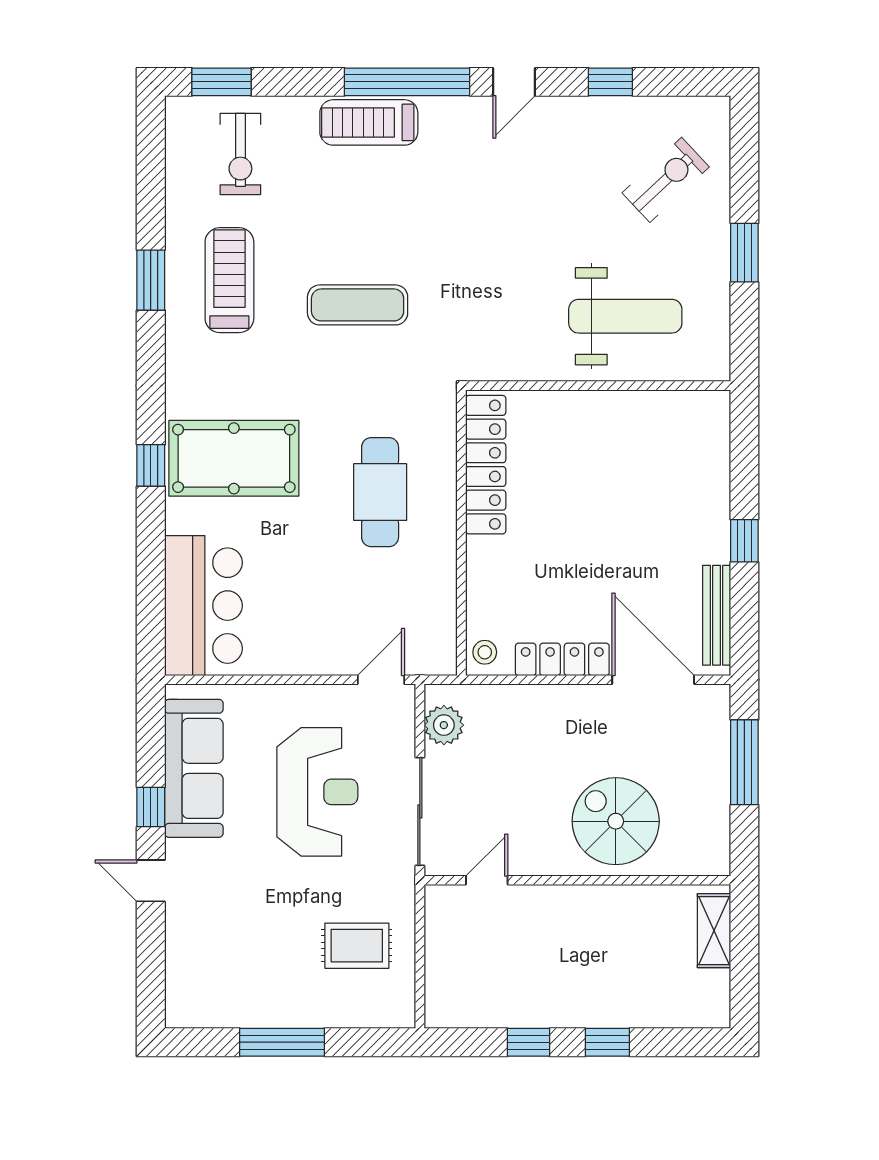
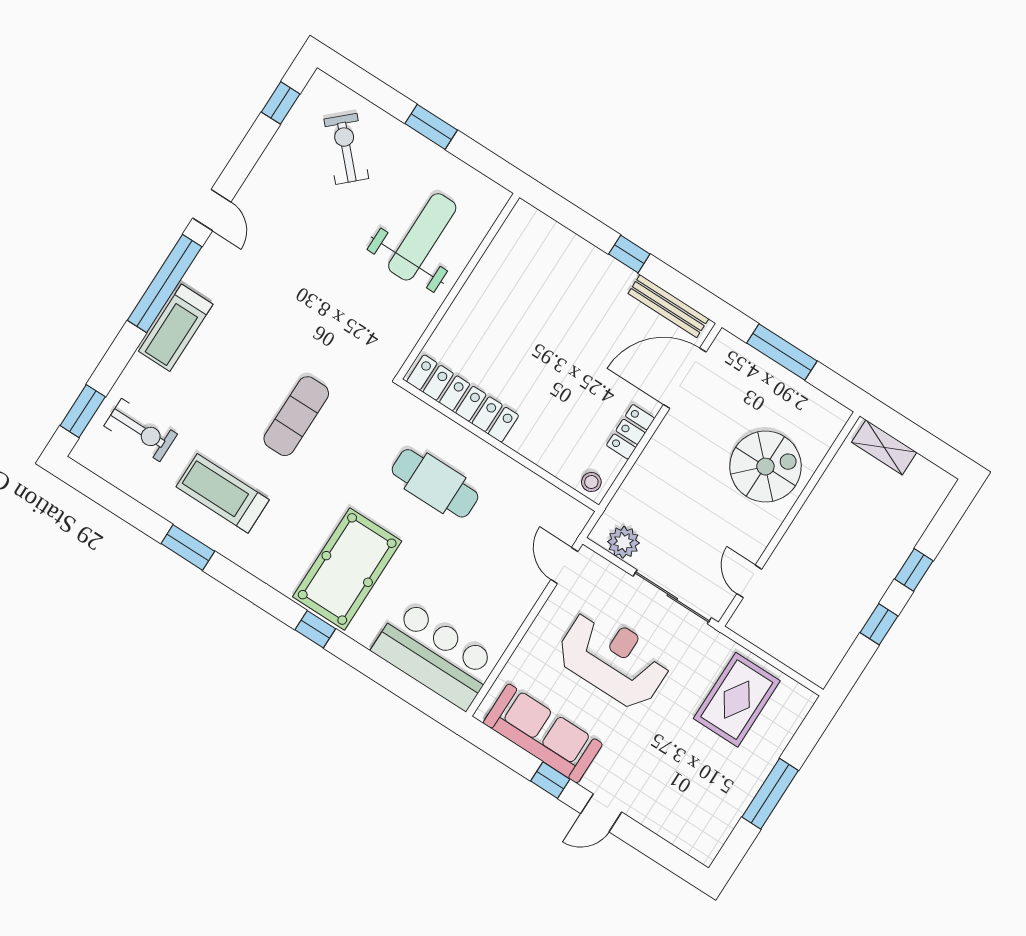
window: (610, 82) -> (281, 103), moved
locker: (562, 659) -> (631, 432), width x0.66
spiral stairs: (616, 821) -> (765, 467), turned 180
rug: (357, 946) -> (737, 700), width x1.36, depth x1.43

